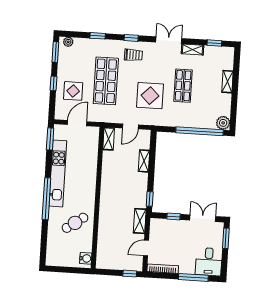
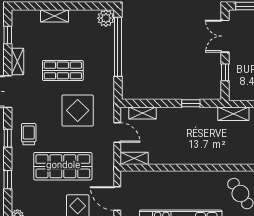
shelving: (144, 161) -> (143, 113), moved
window: (150, 199) -> (191, 103), moved

